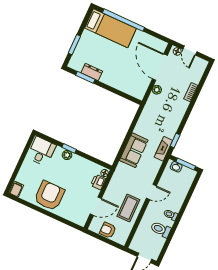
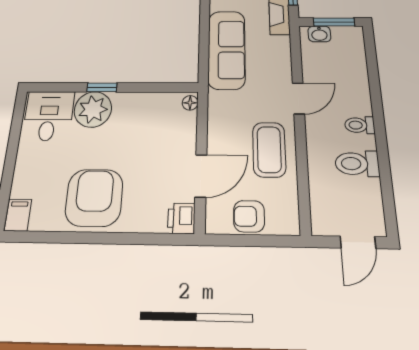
sofa: (134, 150) -> (227, 49), width x1.36
plant: (67, 155) -> (93, 109), width x1.88, depth x1.88
printer: (98, 182) -> (181, 218), moved

